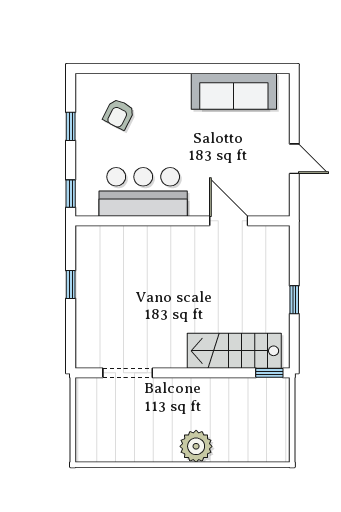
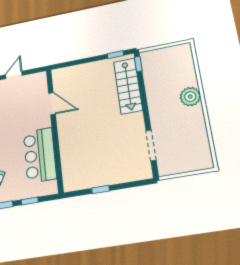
window: (71, 194) -> (30, 201), moved
door: (229, 221) -> (52, 104), swing flipped
window: (294, 300) -> (115, 55), moved

